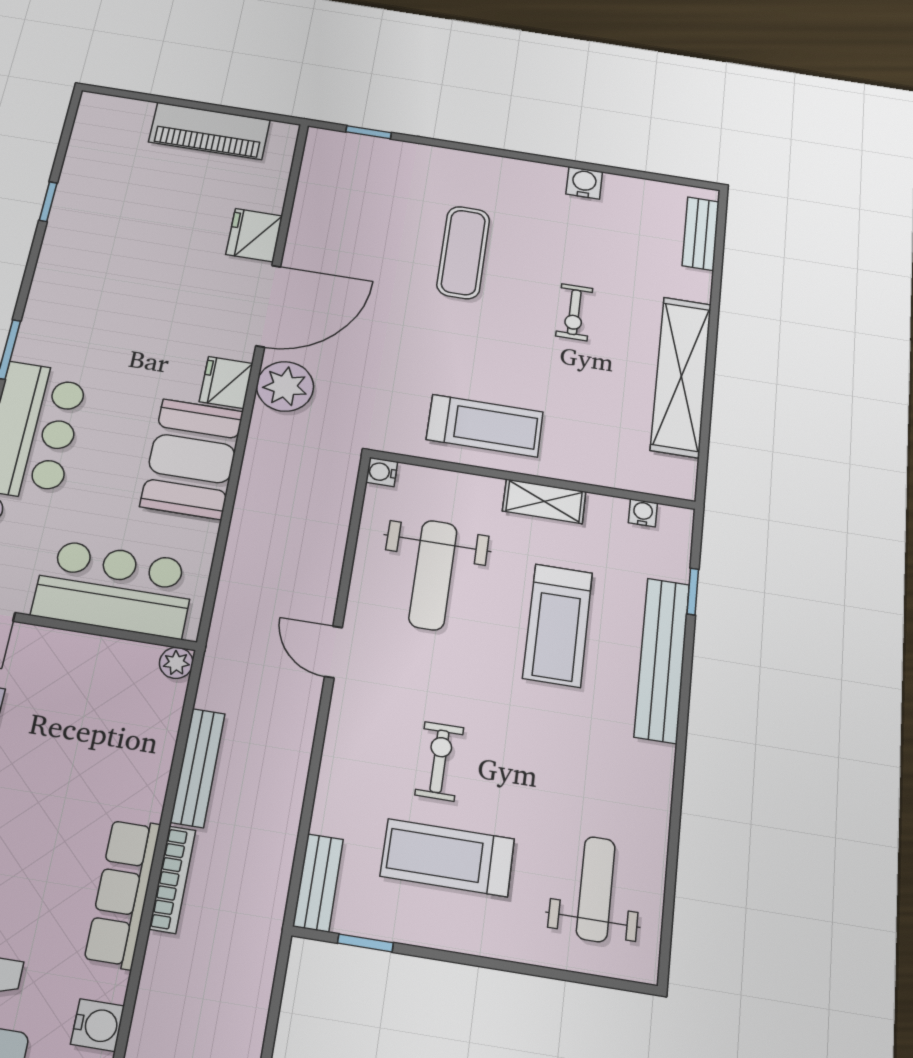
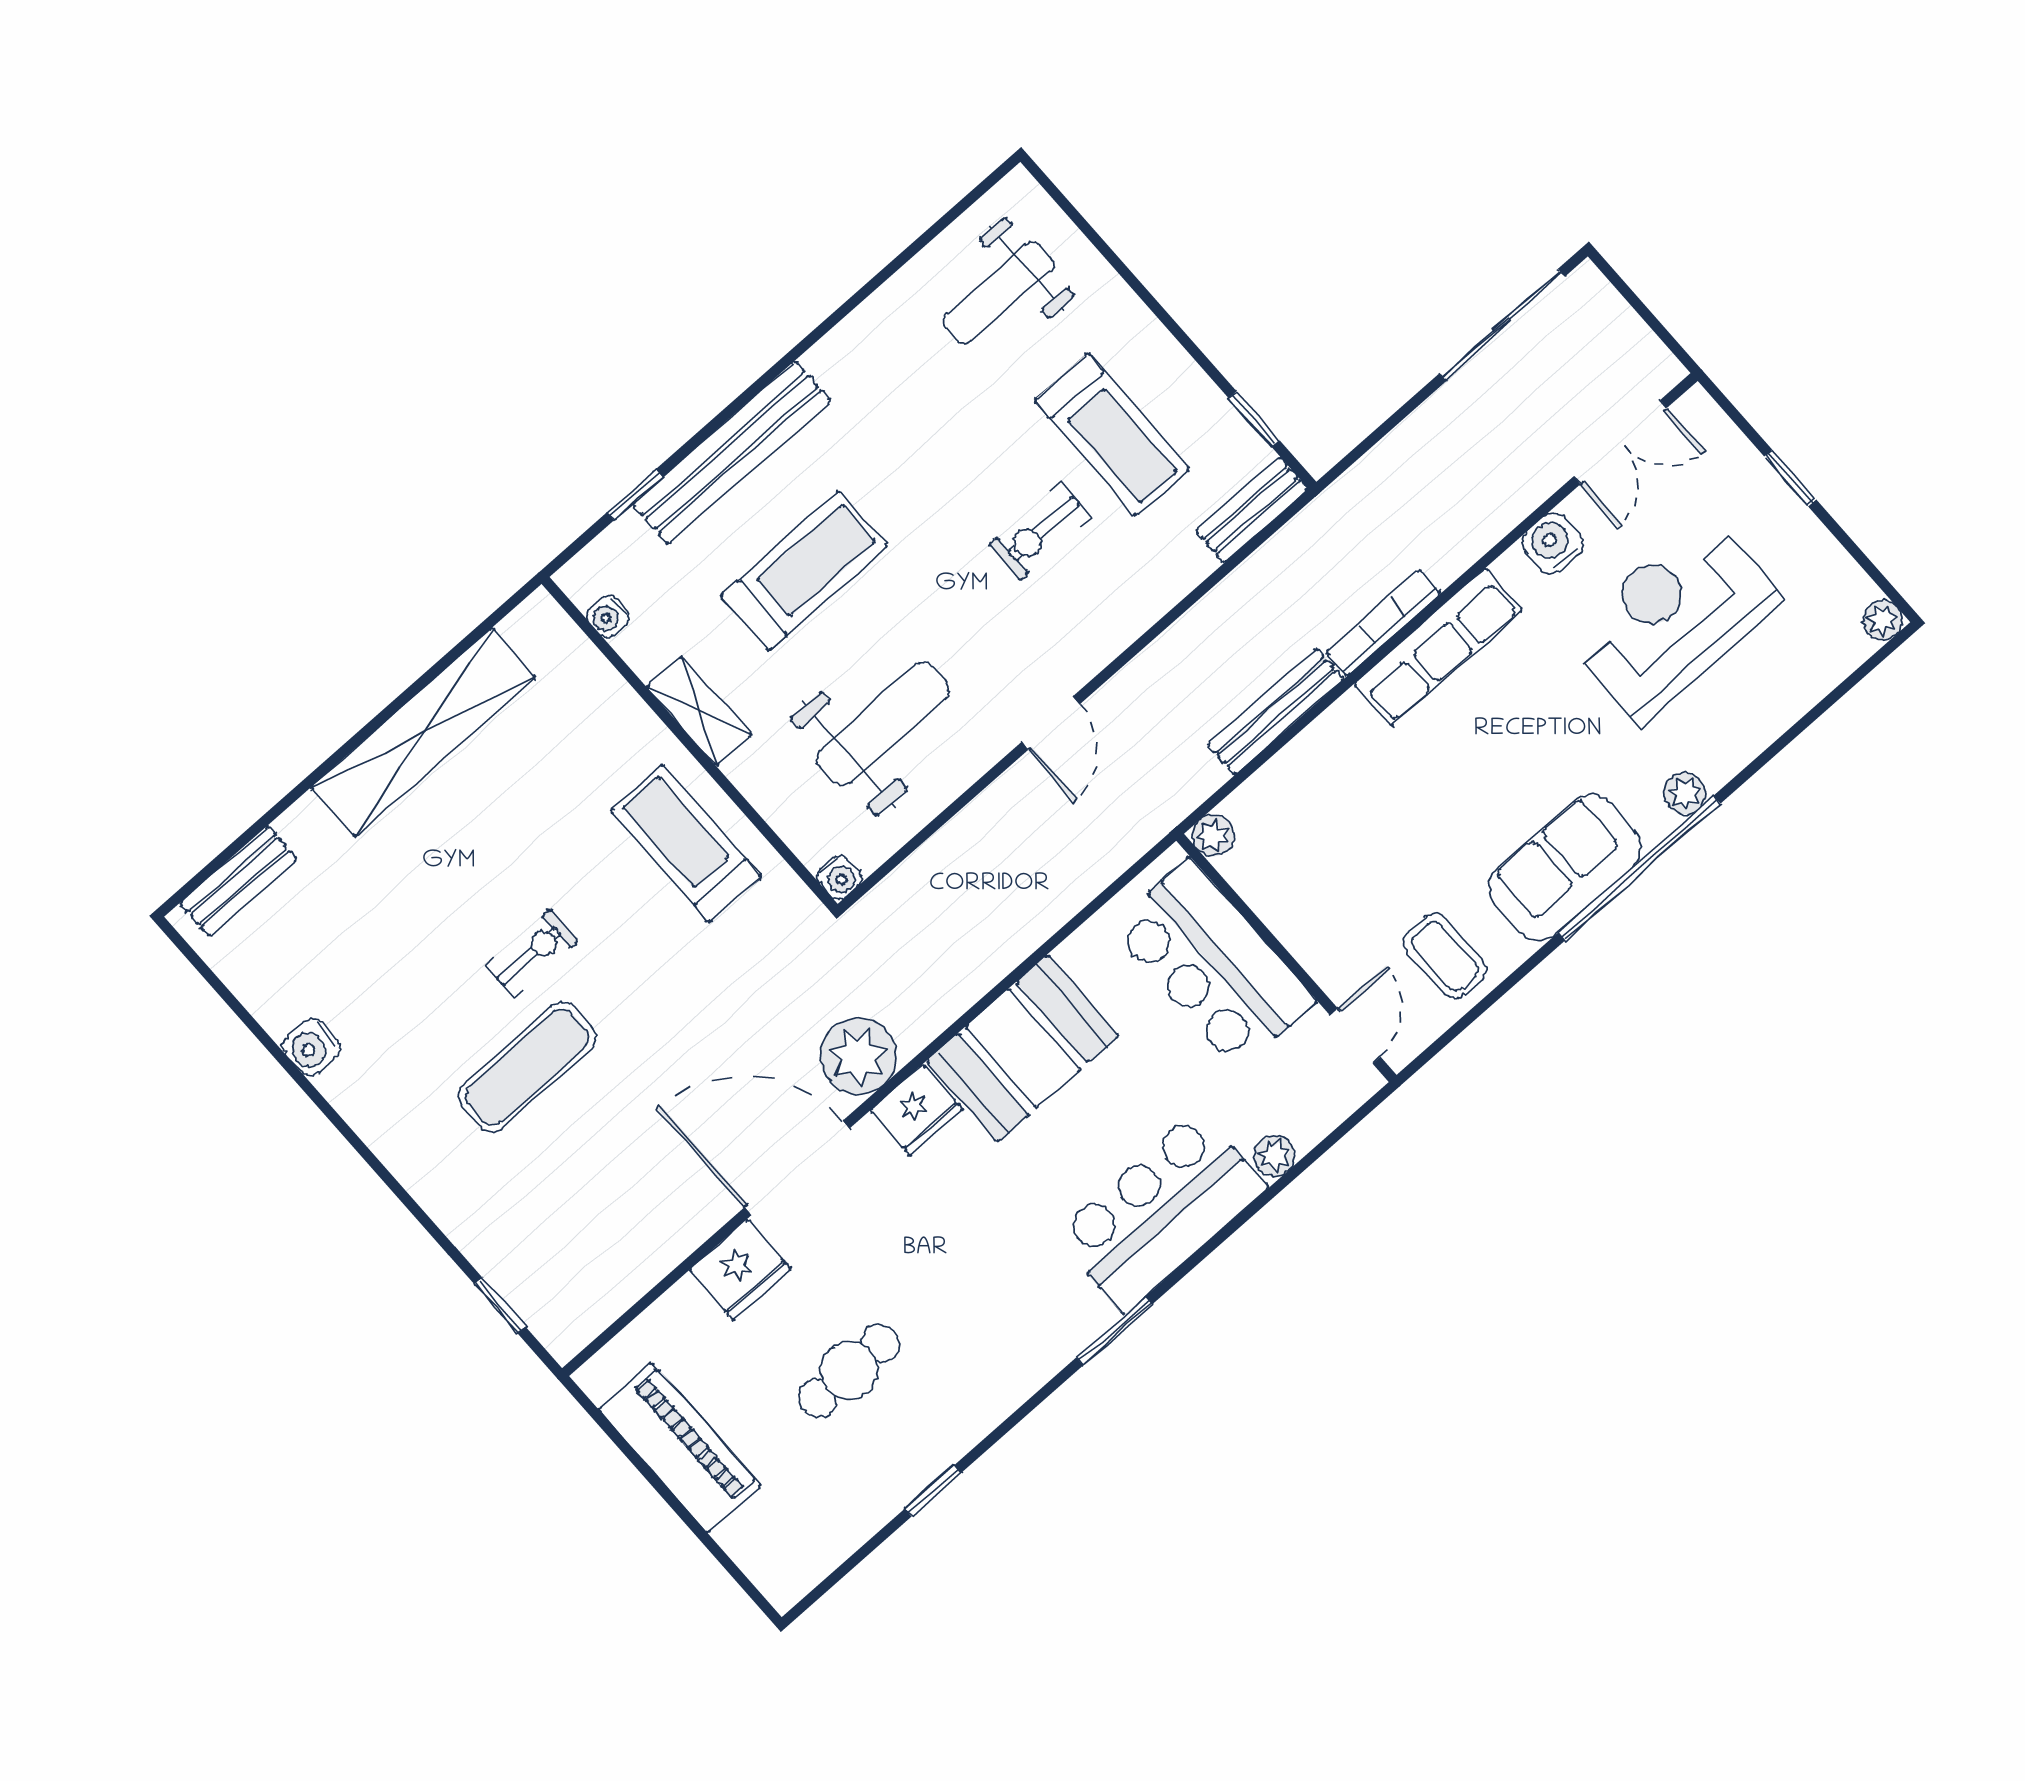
cafe table: (148, 228) -> (849, 1371), added
exercise bike: (574, 312) -> (532, 954), moved

